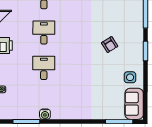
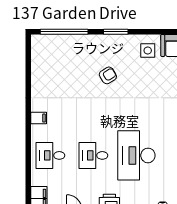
desk: (44, 68) -> (136, 155), width x1.87, depth x1.30

